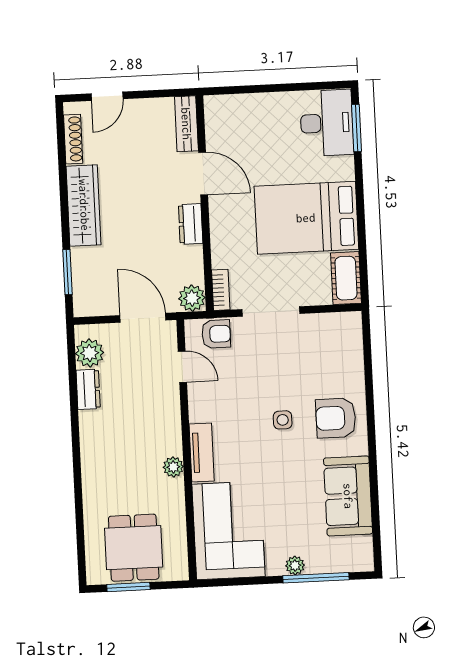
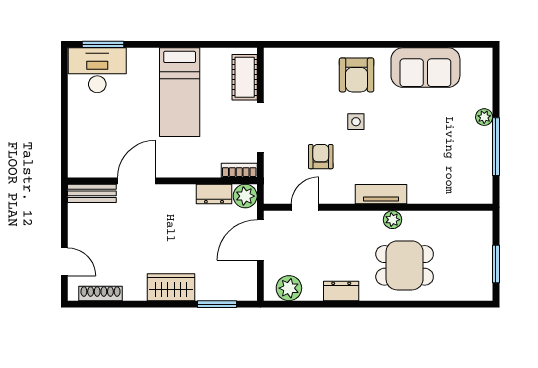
wardrobe: (84, 205) -> (171, 287), width x0.67
bed: (306, 218) -> (180, 92), width x0.67
dresser: (191, 224) -> (214, 194), moved
cot: (346, 278) -> (245, 77), moved, turned 90
armchair: (216, 334) -> (321, 157), moved
dresser: (88, 389) -> (341, 291), moved
corner sofa: (229, 530) -> (451, 174), removed
dining table: (134, 548) -> (405, 265), moved
window: (316, 578) -> (496, 147), moved

